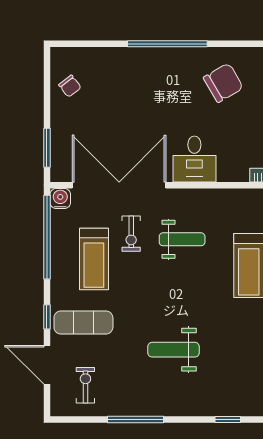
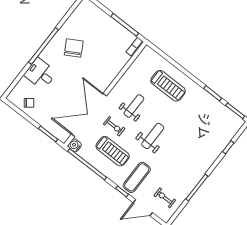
chair: (223, 83) -> (74, 48), moved
desk: (194, 159) -> (40, 74), moved, turned 180
weight bench: (174, 350) -> (153, 136), moved, turned 180

